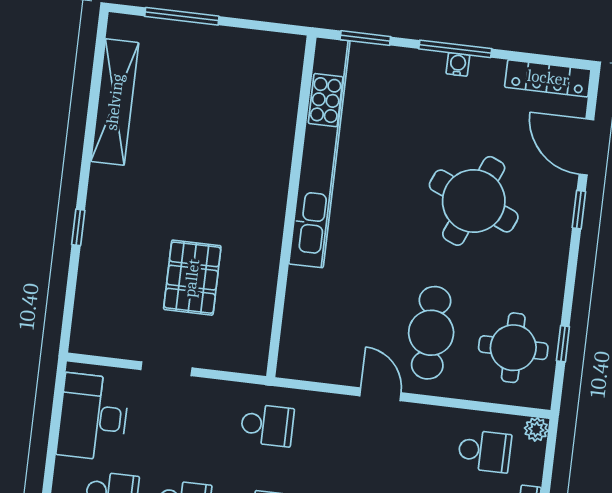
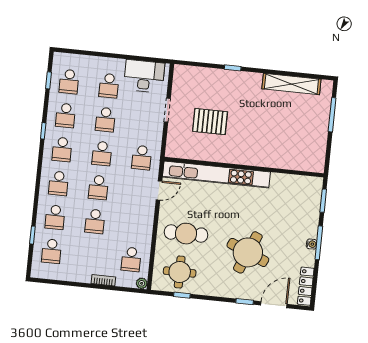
kitchen unit: (319, 152) -> (216, 175), moved
door: (380, 394) -> (159, 190), moved

